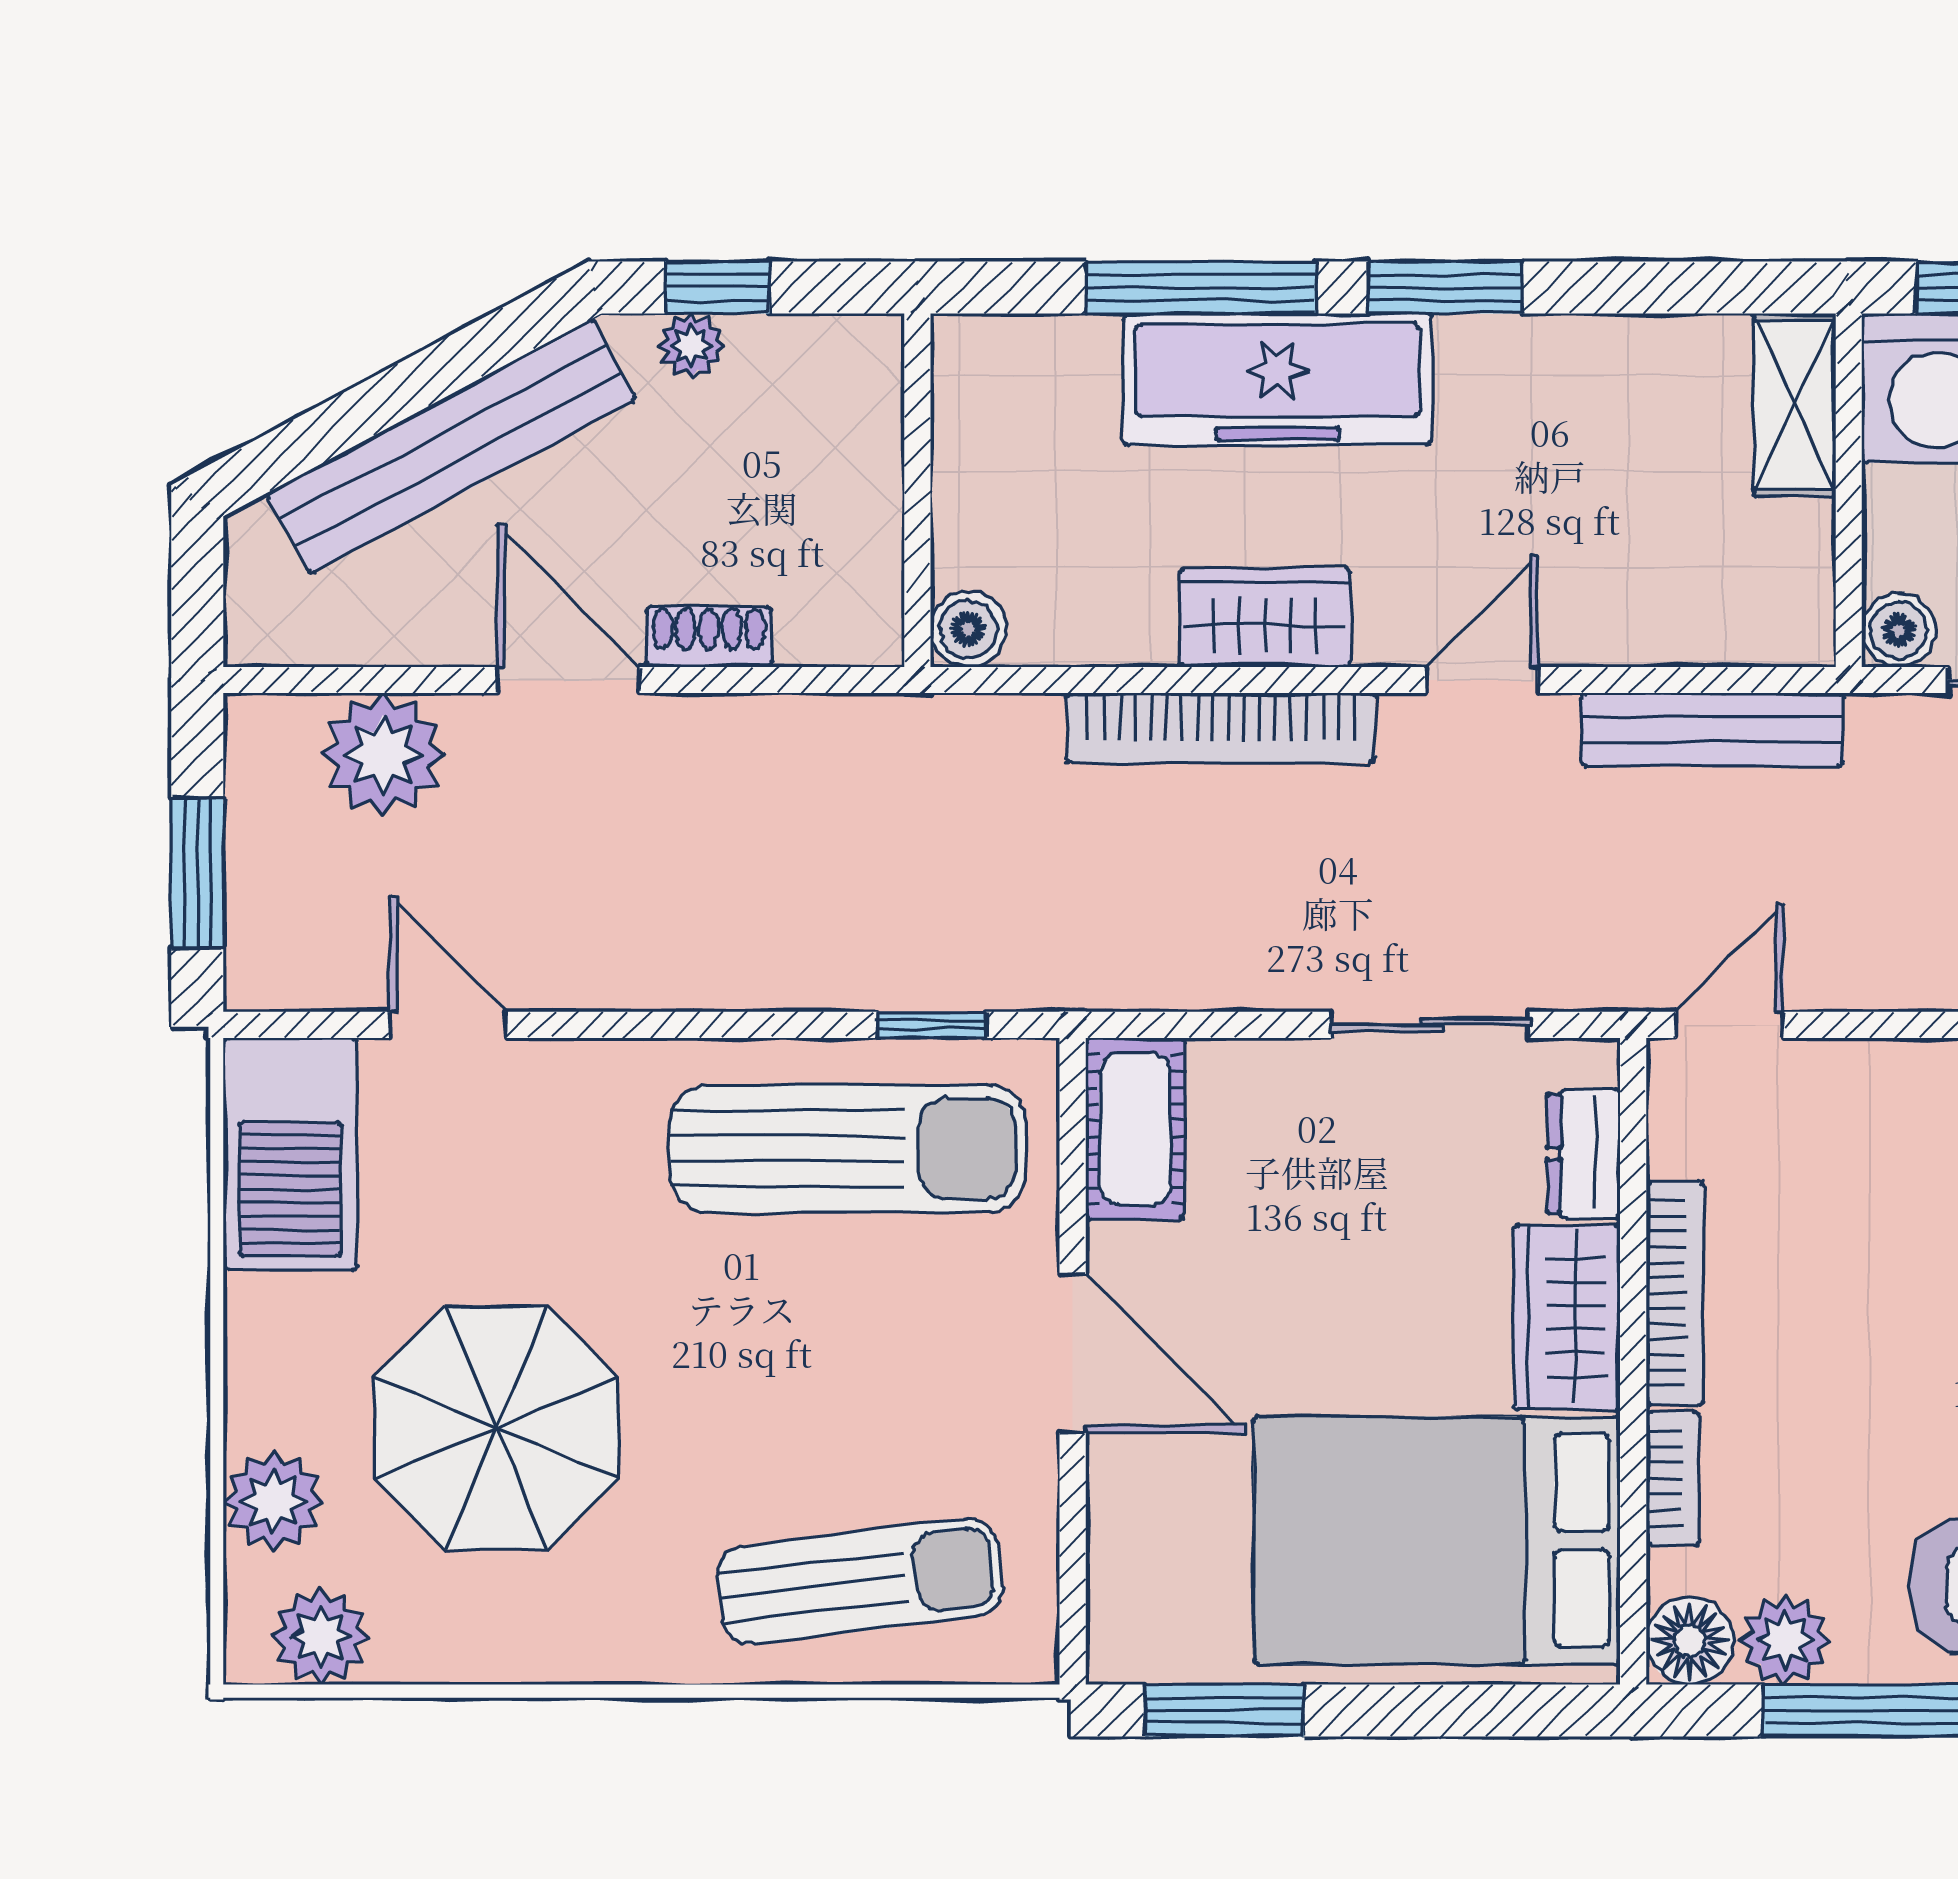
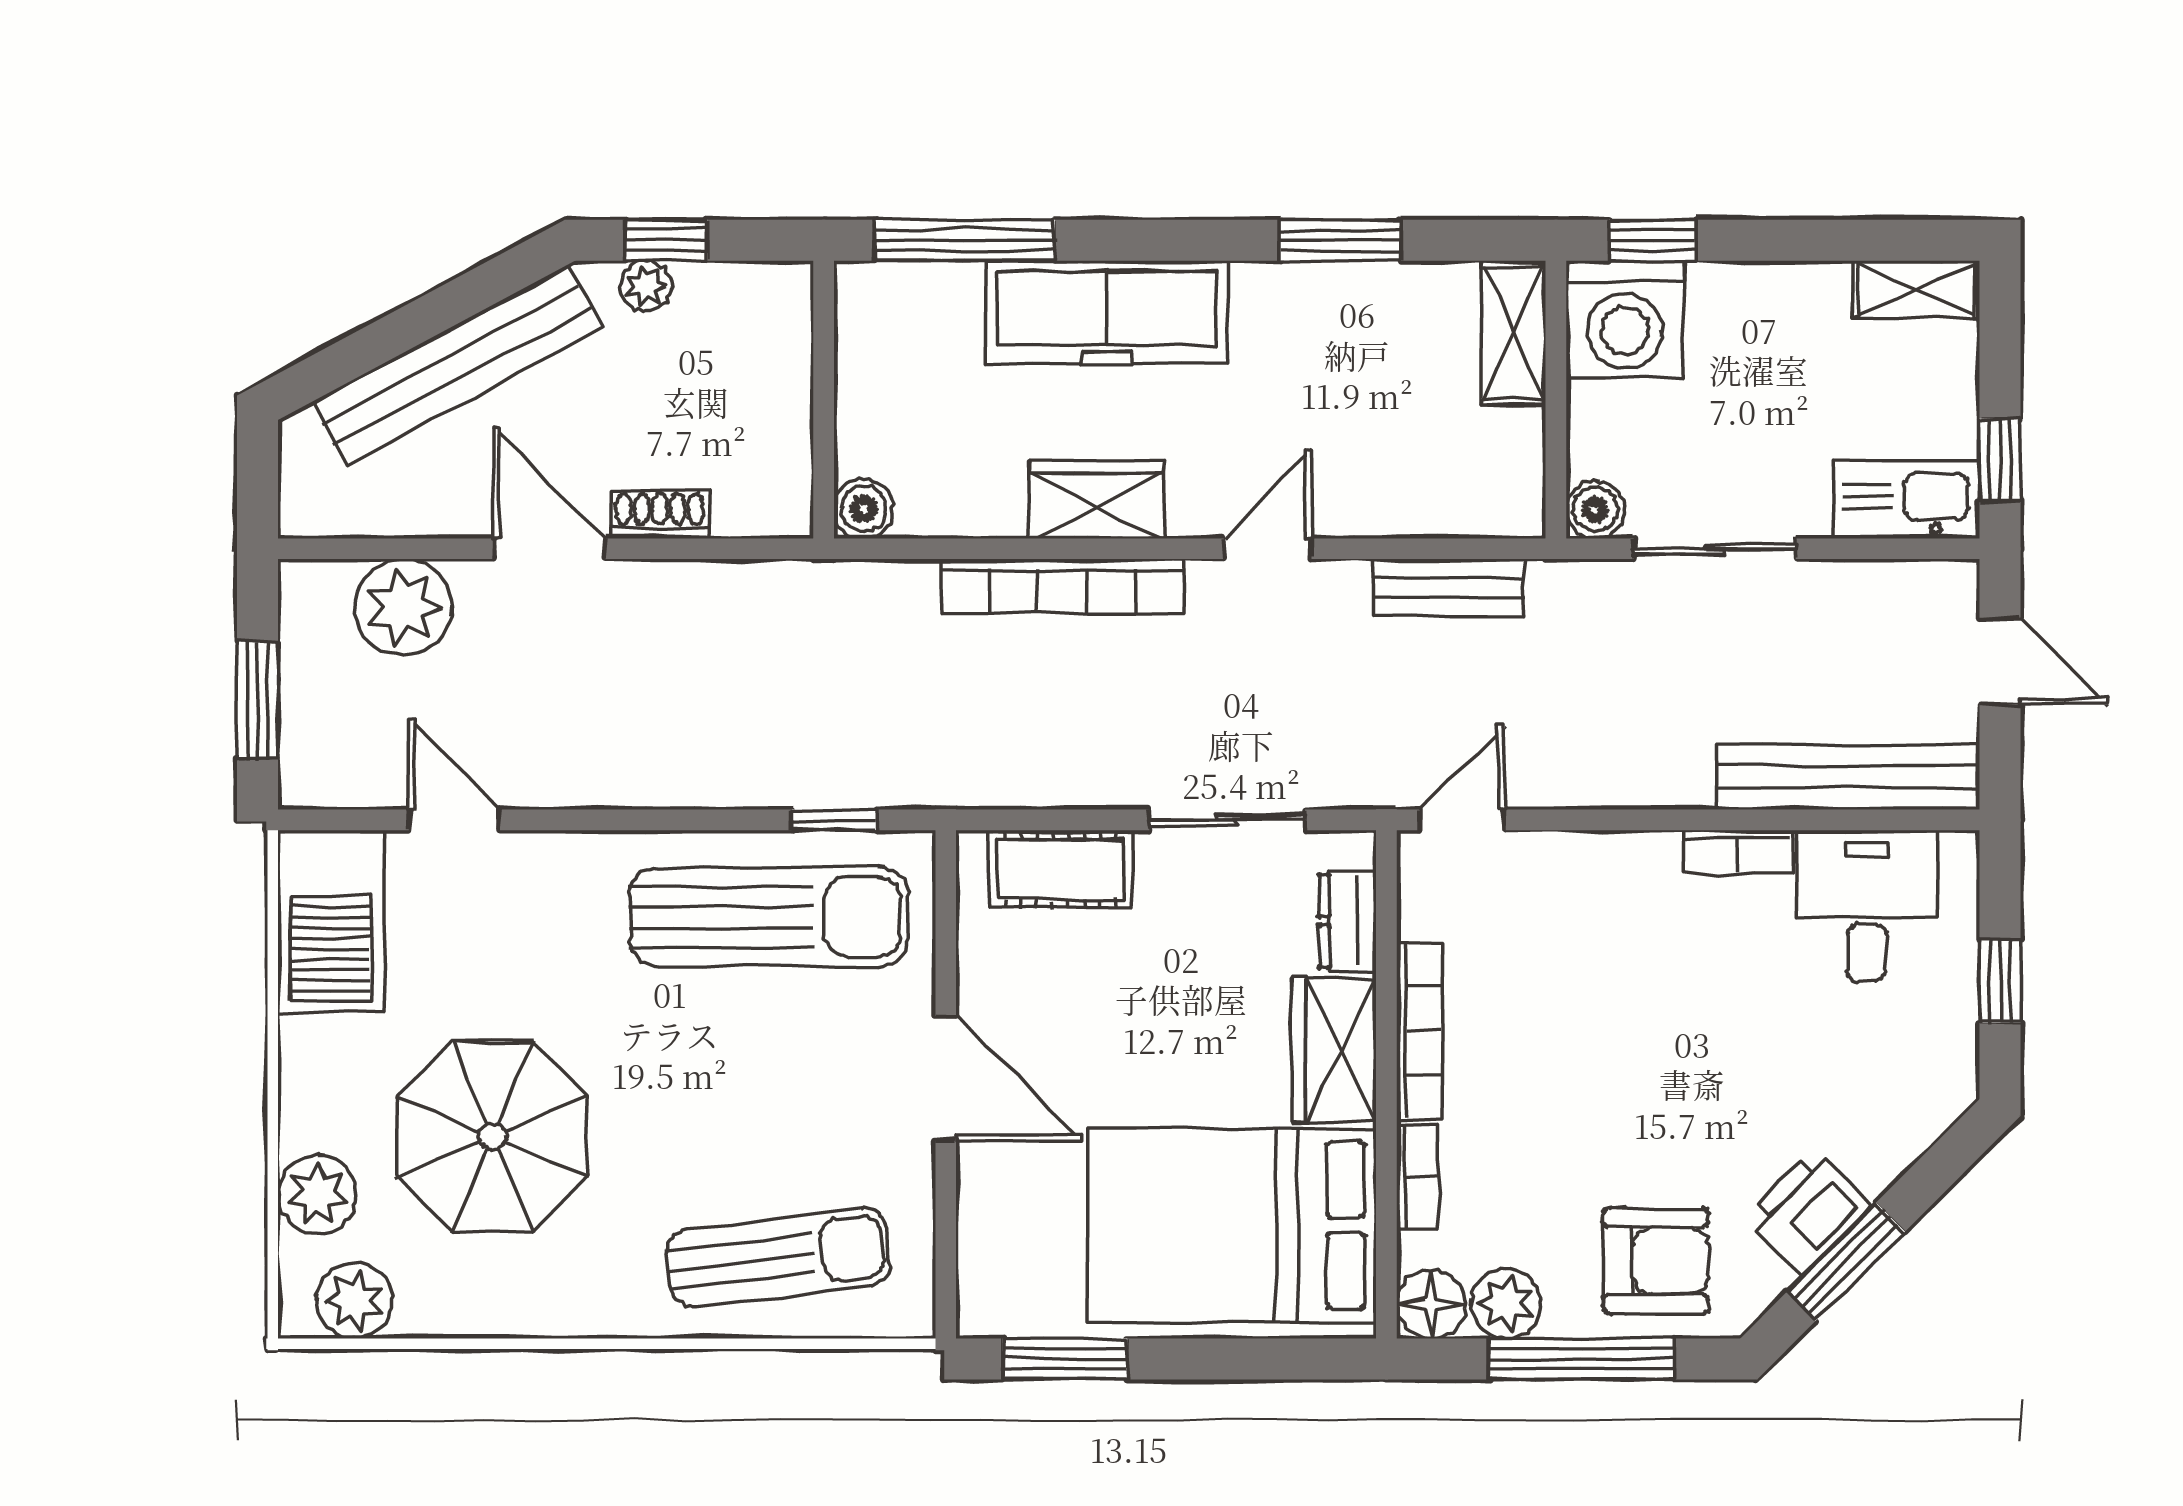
window: (1201, 288) -> (965, 240), moved
window: (1445, 288) -> (1341, 240), moved
bench: (1712, 730) -> (1449, 588), width x0.73
cot: (1135, 1129) -> (1061, 869), moved, turned 90

